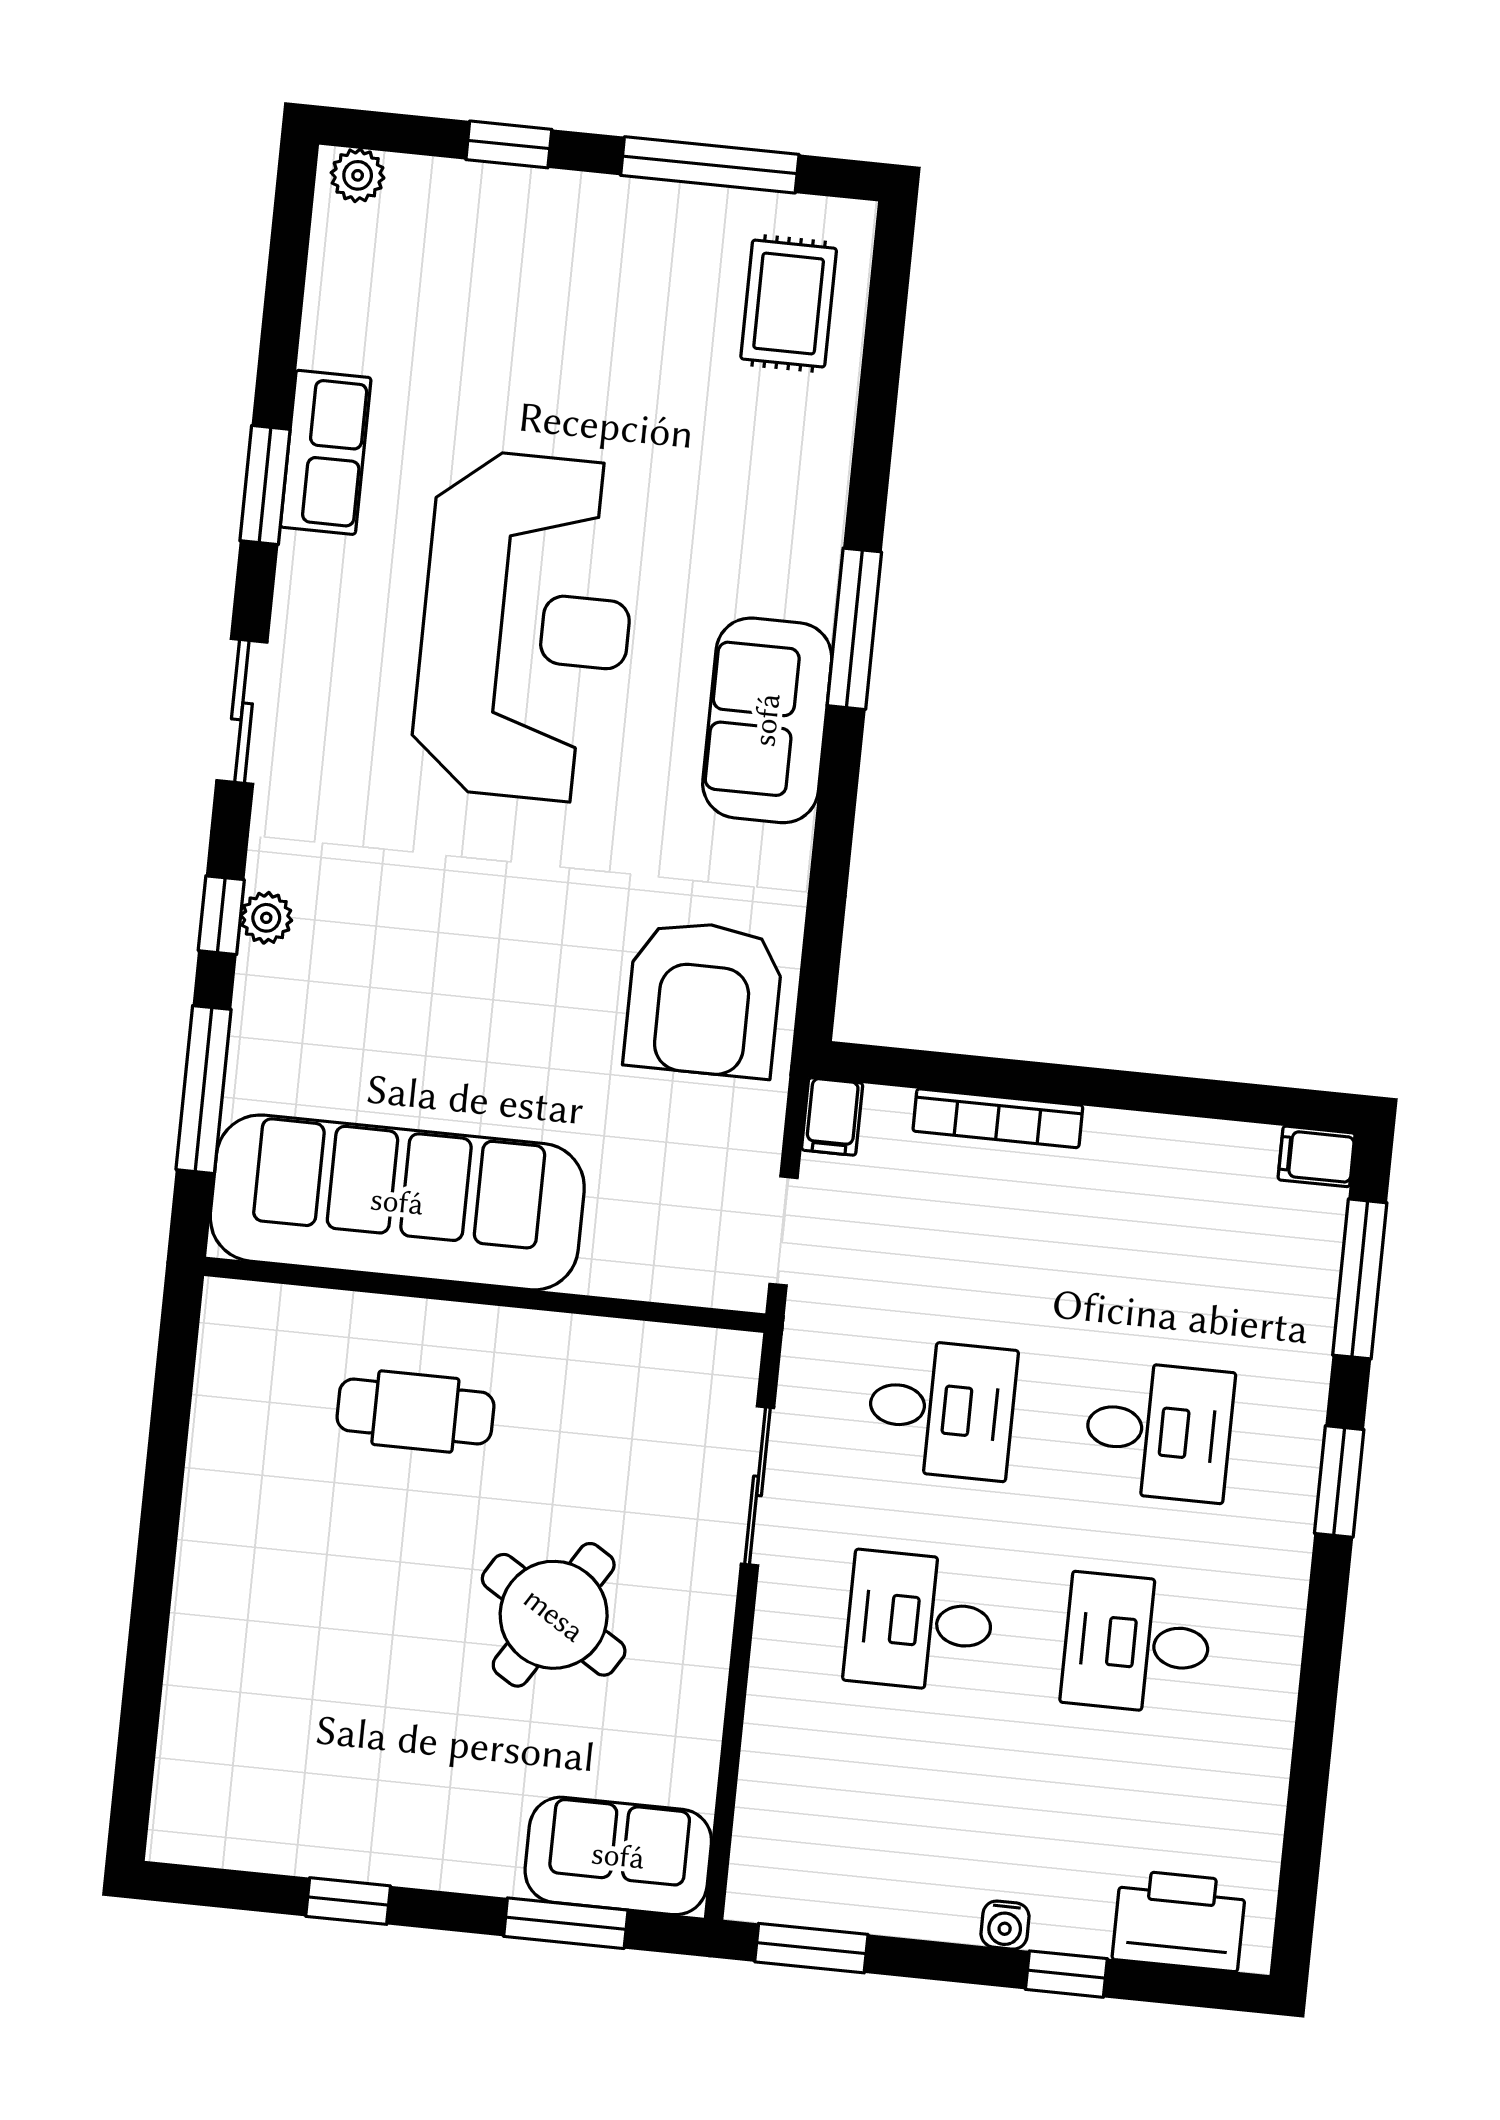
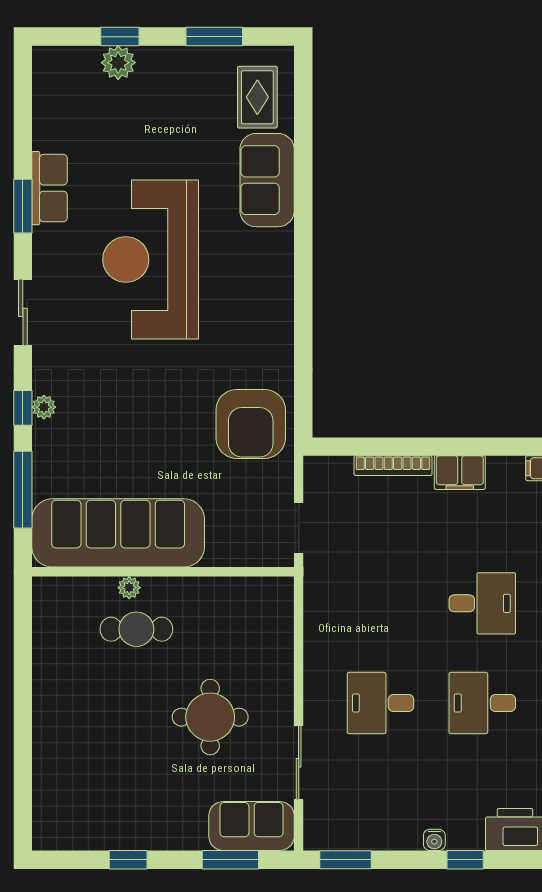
window: (710, 165) -> (214, 37), width x0.69
plant: (358, 175) -> (118, 63), moved, width x1.38, depth x1.38
reception desk: (526, 626) -> (151, 259), turned 180
window: (854, 629) -> (303, 245), removed
sofa: (767, 720) -> (267, 180), moved
filing cabinet: (832, 1117) -> (460, 473), moved, width x2.00
plant: (409, 1321) -> (129, 588), added
desk: (941, 1409) -> (380, 603), removed
sliding door: (758, 1486) -> (299, 763), moved
round table: (554, 1615) -> (210, 717), turned -32

